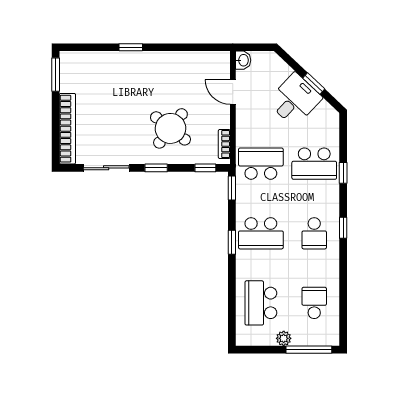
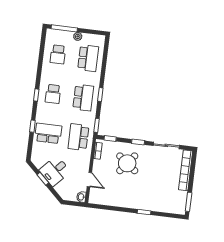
school desk: (261, 164) -> (78, 137), turned 90
school desk: (261, 233) -> (83, 98), turned 90
school desk: (314, 233) -> (53, 94), turned 180

